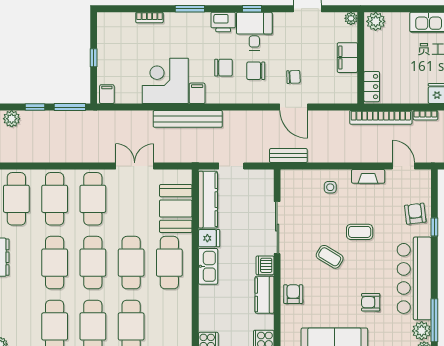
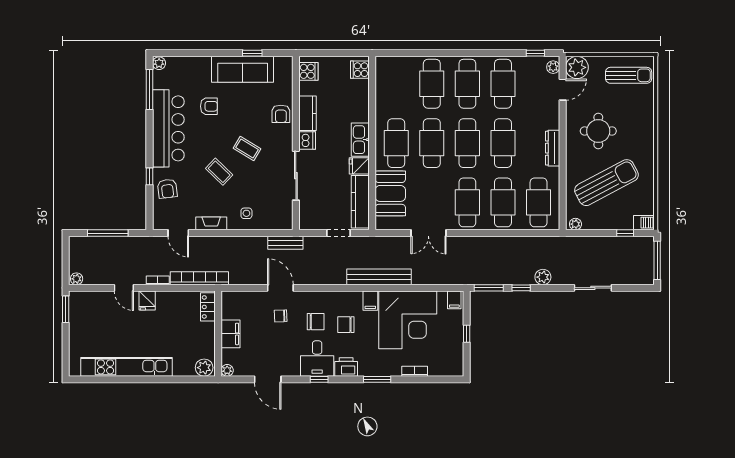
corner desk: (165, 81) -> (408, 320), width x1.36, depth x1.36
coffee table: (360, 232) -> (219, 172), turned 44
plant: (422, 331) -> (161, 80), removed

